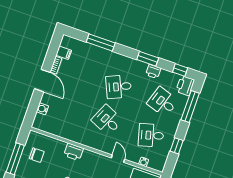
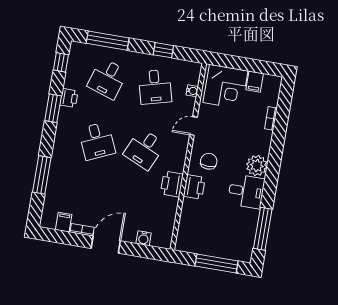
printer: (185, 86) -> (172, 184), moved, turned 90
chair: (37, 155) -> (209, 161), moved

